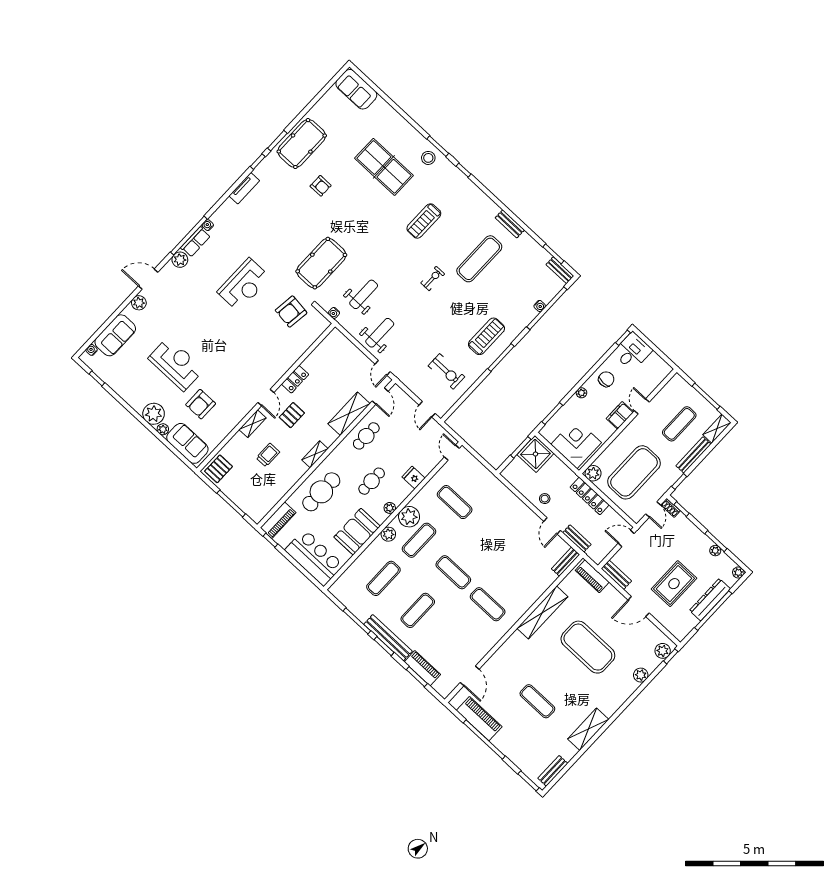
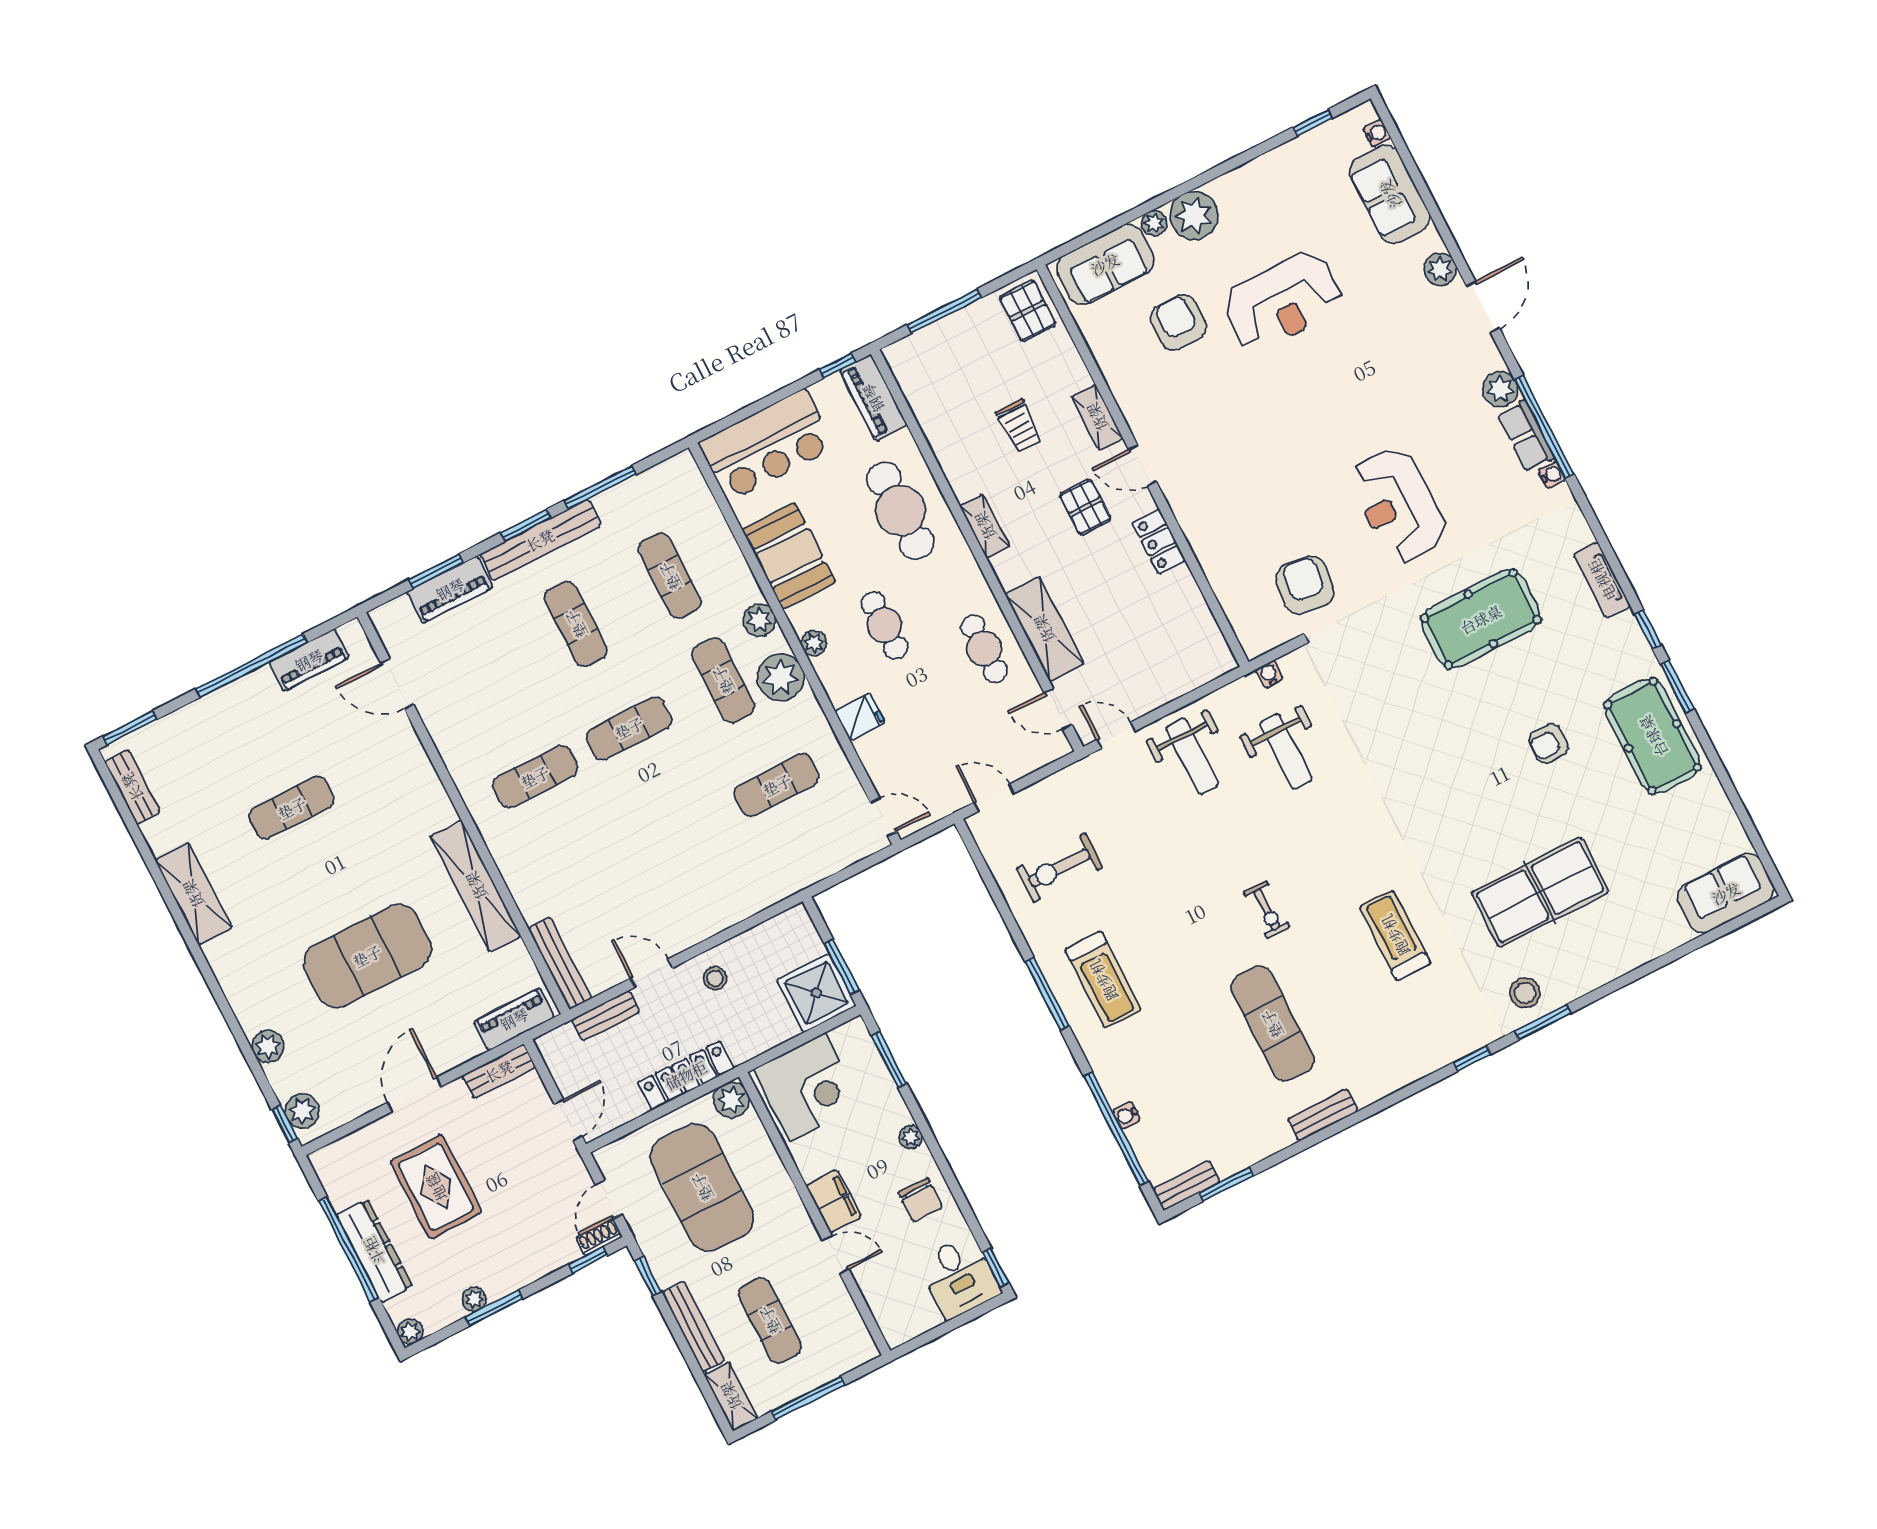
pool table: (321, 263) -> (1481, 619), moved, turned 90
door: (653, 509) -> (609, 1199), hinge flipped
bench: (566, 562) -> (560, 963), width x1.36
piano: (479, 719) -> (309, 660), width x0.73, depth x0.75

